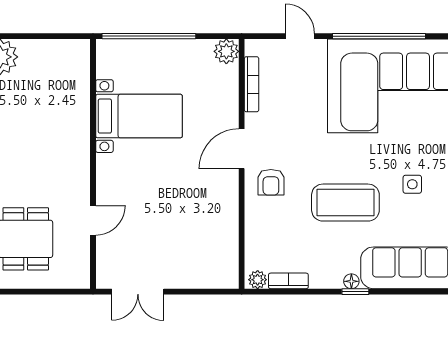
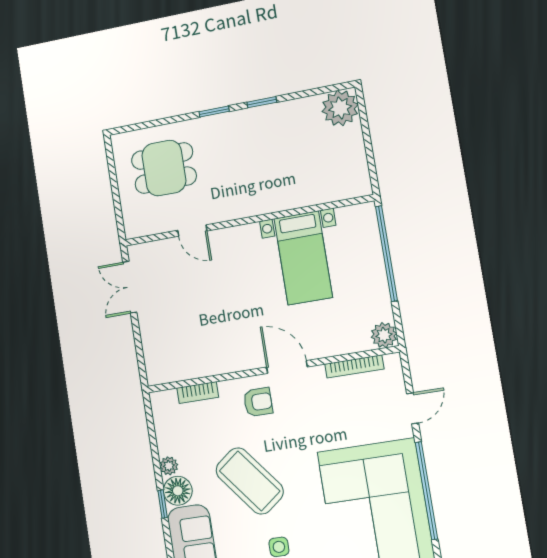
armchair: (271, 182) -> (258, 402), turned 180
coffee table: (345, 203) -> (250, 481), turned -38
plant: (258, 280) -> (169, 466), moved
bookcase: (288, 281) -> (198, 392), moved, turned 90
floor lamp: (351, 281) -> (178, 491), width x1.89, depth x1.89

